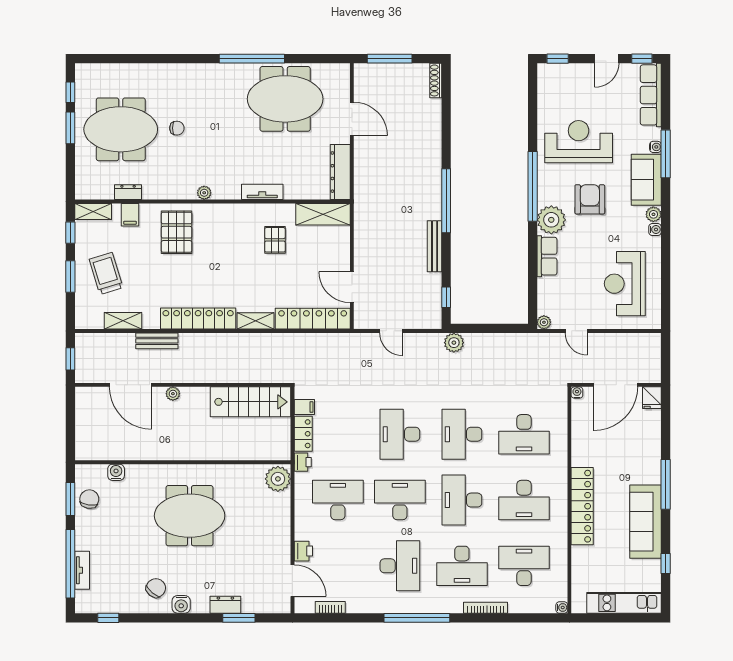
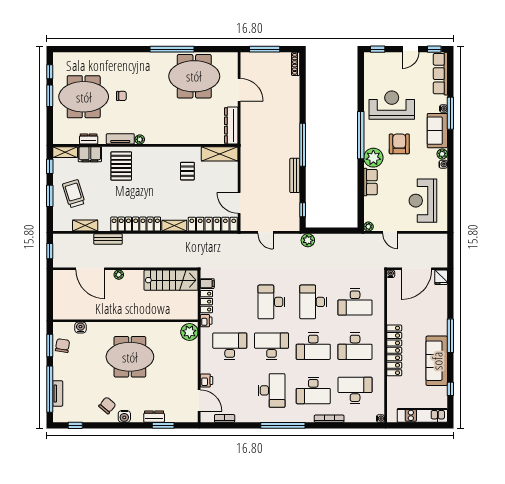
tv unit: (262, 192) -> (120, 139), moved
filing cabinet: (130, 215) -> (90, 154), width x2.00
desk: (462, 500) -> (313, 346), turned -90

